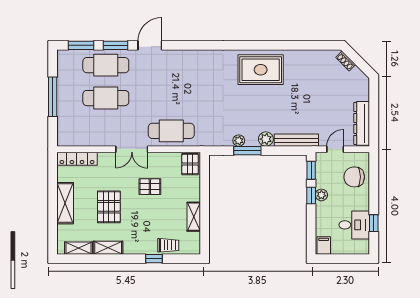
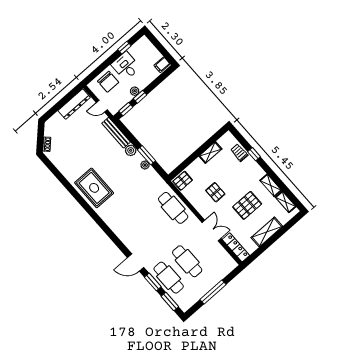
double door: (132, 149) -> (211, 230), moved
desk: (354, 225) -> (126, 66), moved

